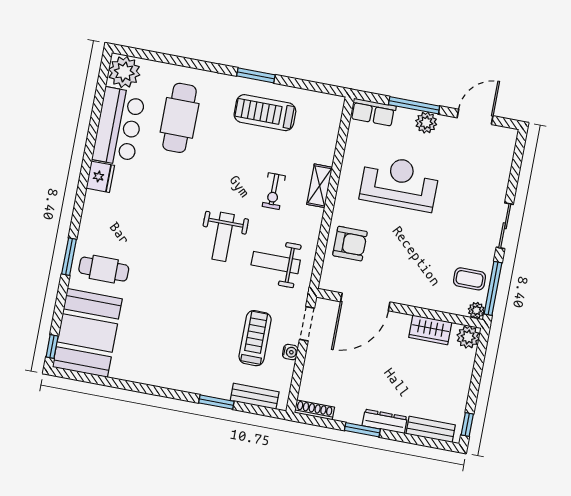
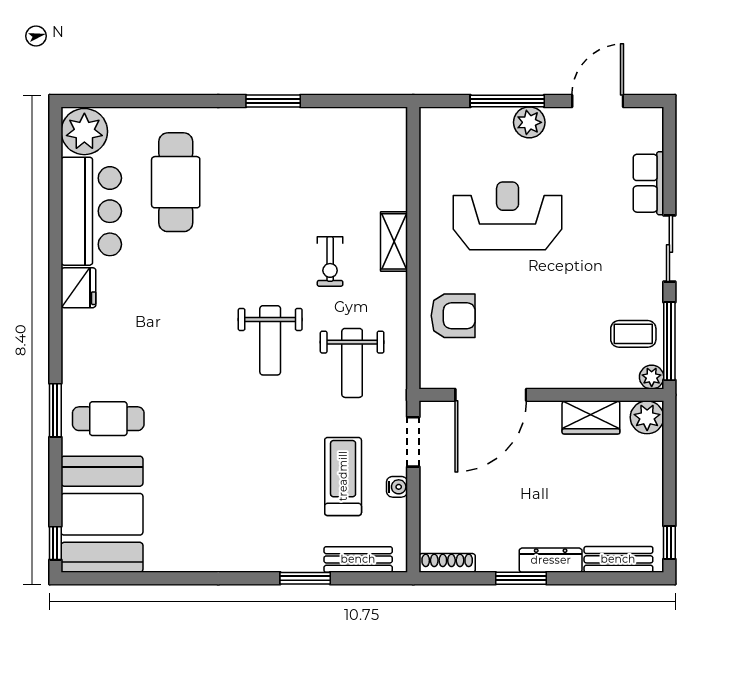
row of seats: (373, 112) -> (648, 183), moved, turned 90
treadmill: (265, 113) -> (296, 152), removed
weight bench: (276, 263) -> (352, 363), turned -90

